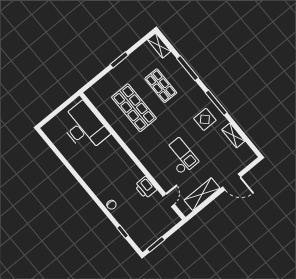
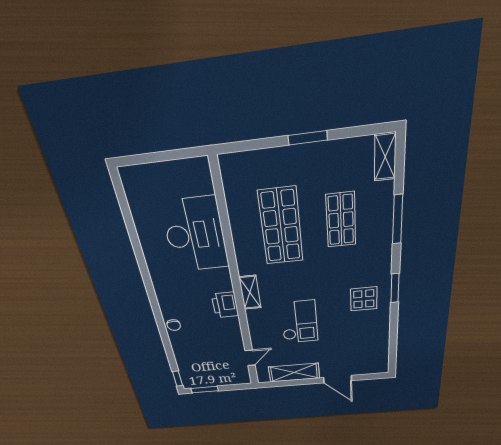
window: (216, 103) -> (395, 288), width x0.69
desk: (84, 127) -> (195, 235), moved
shelving: (233, 135) -> (250, 292), moved
printer: (146, 188) -> (225, 305), moved
window: (123, 232) -> (178, 379), moved

